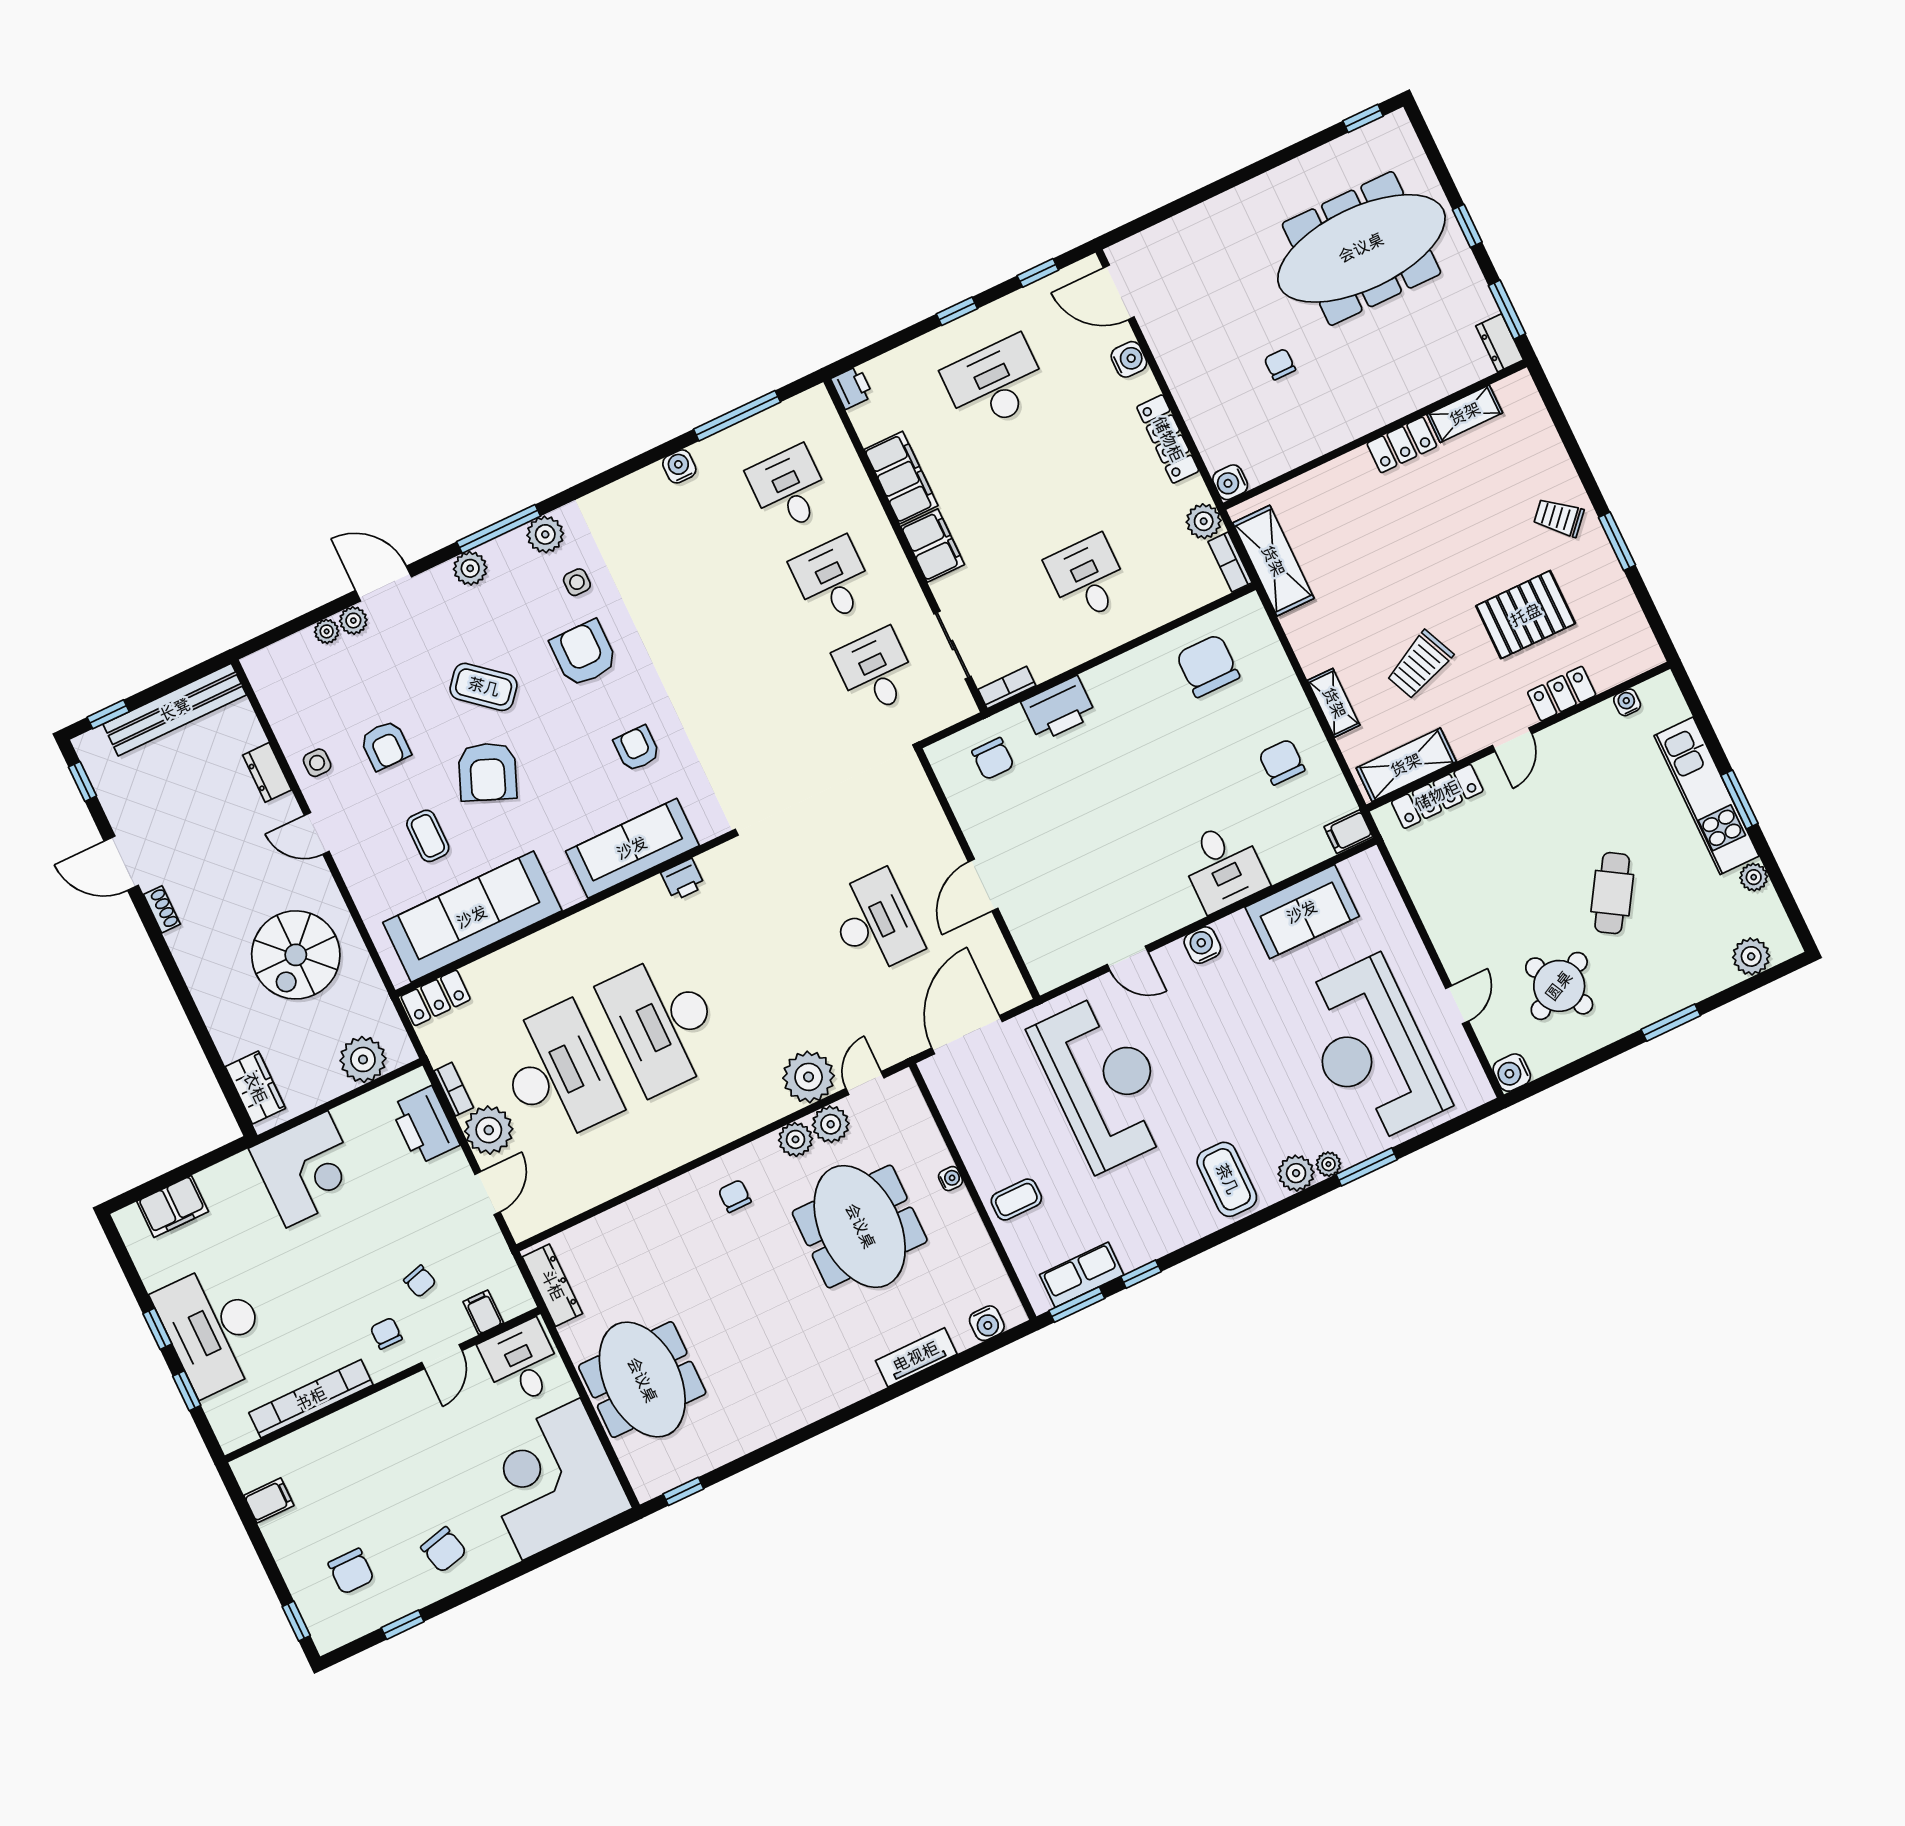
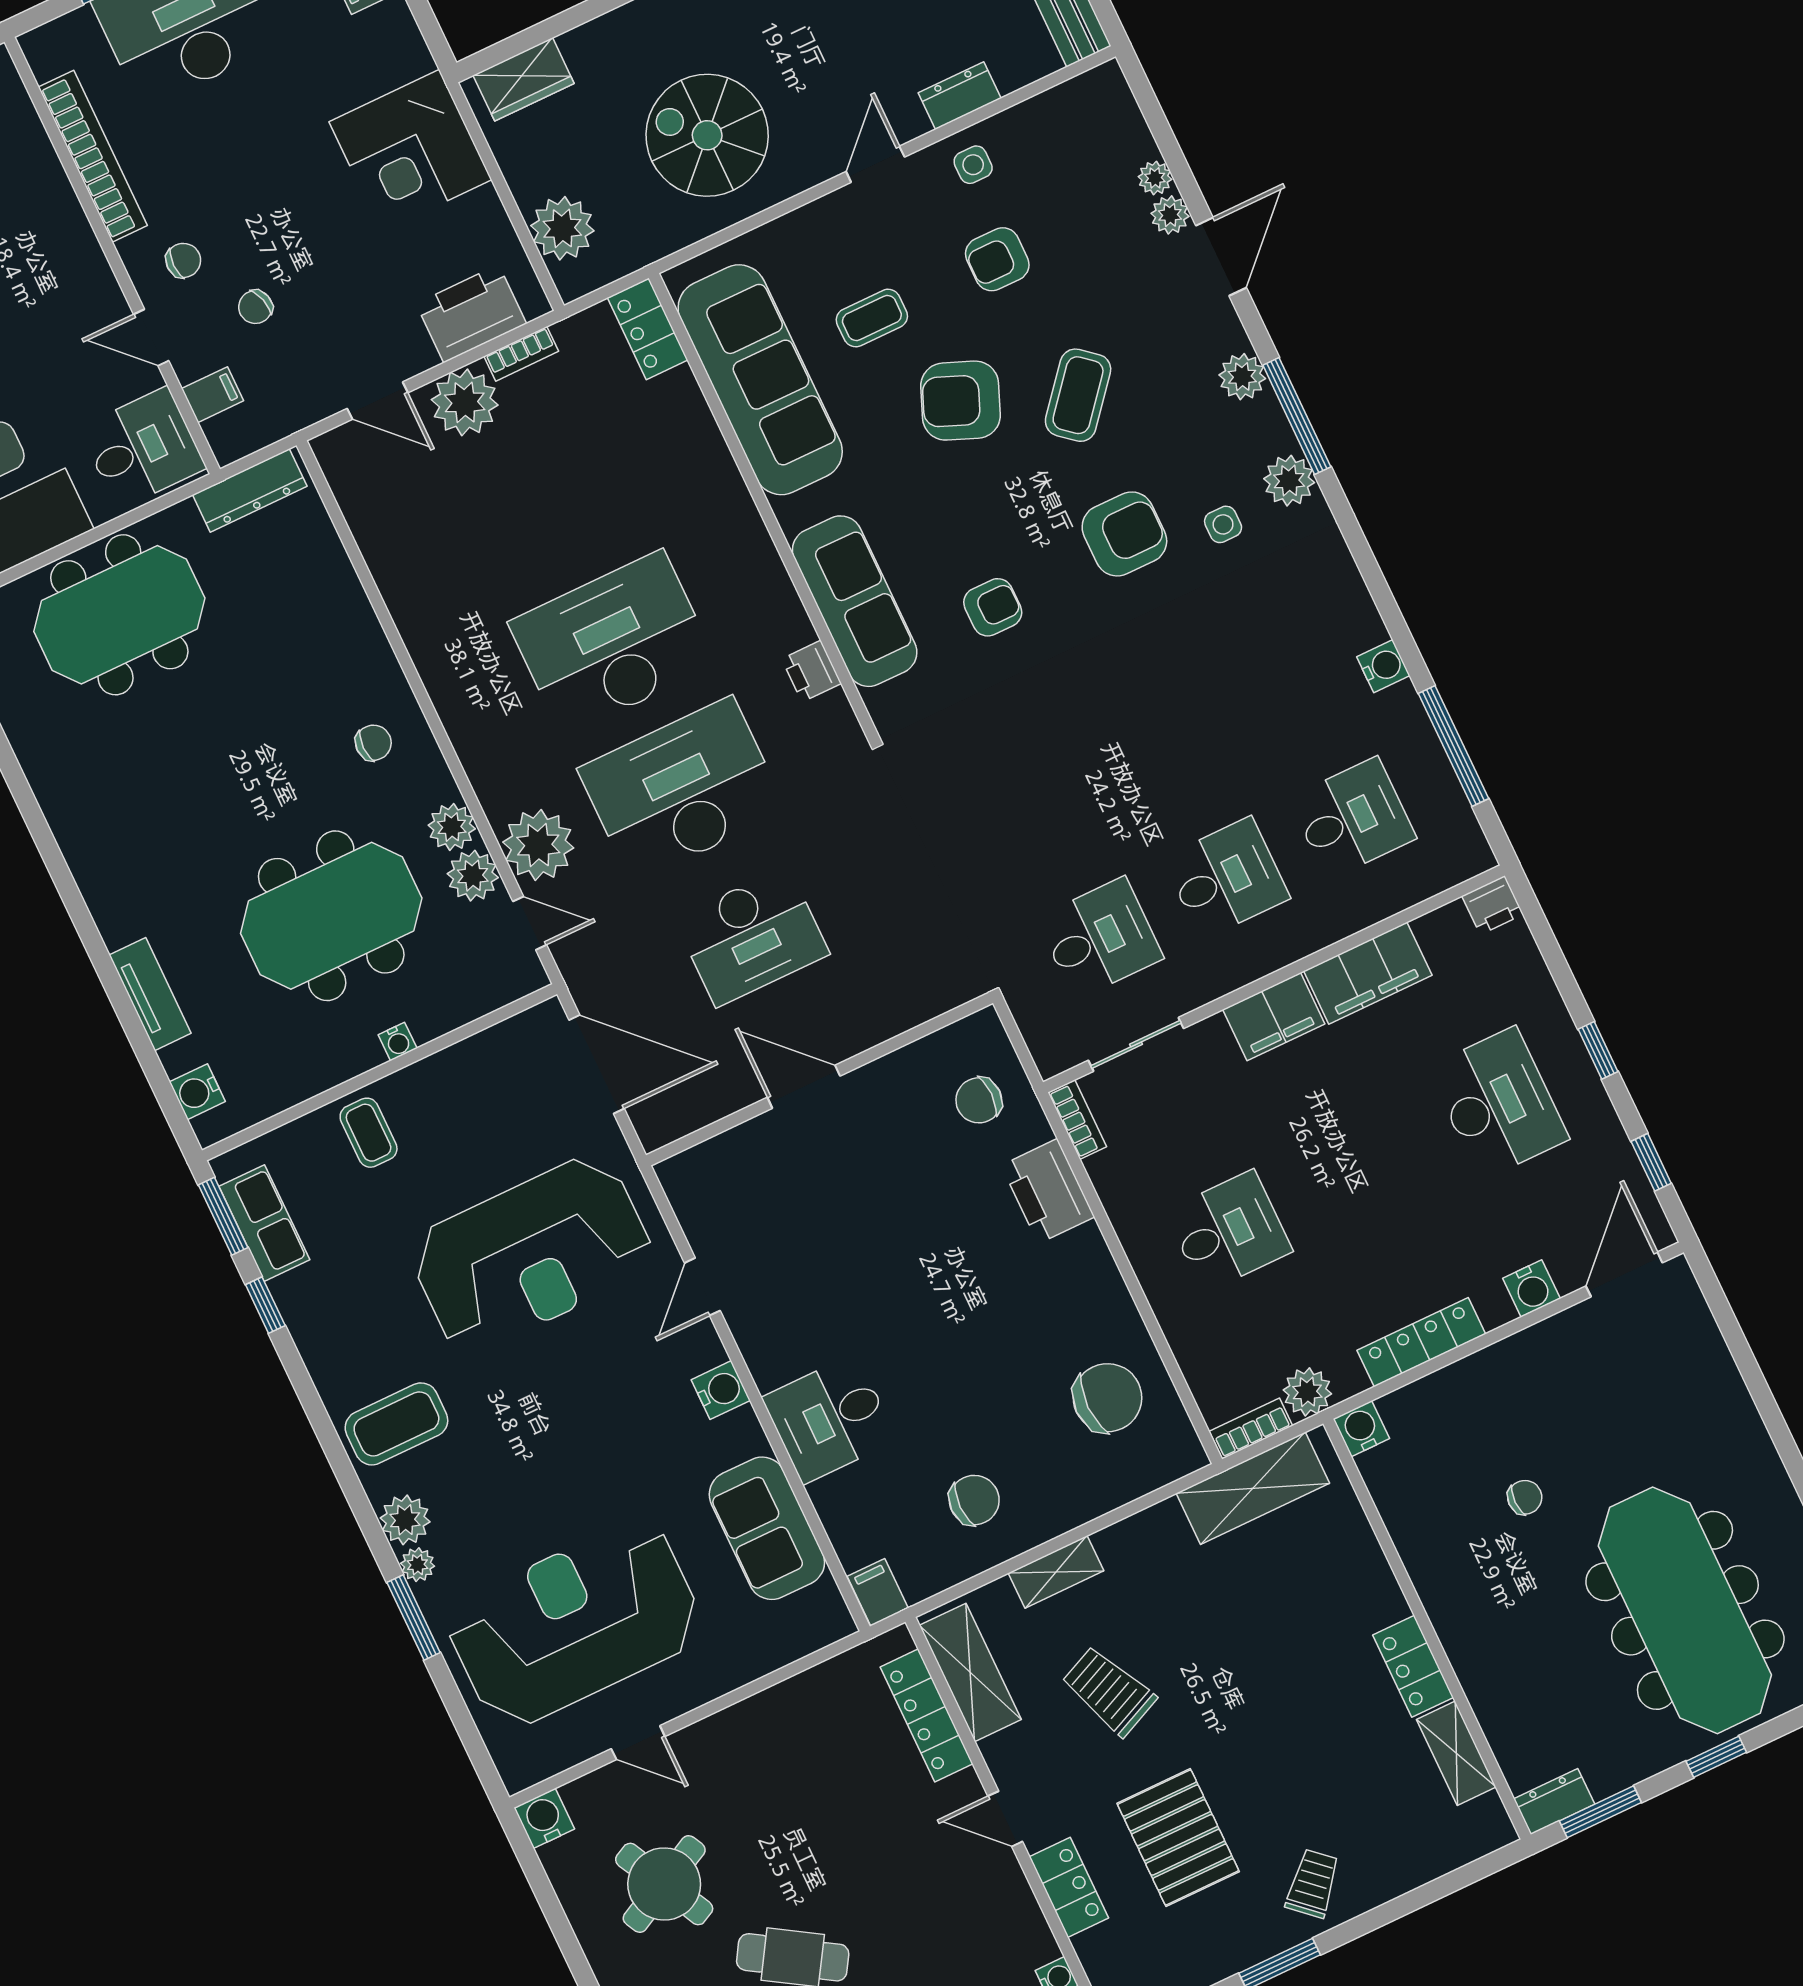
desk: (557, 1073) -> (682, 790), moved, turned 180

